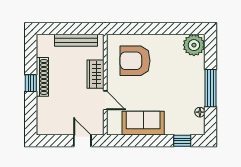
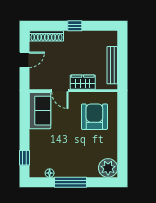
shoe rack: (42, 77) -> (46, 36), moved
door: (105, 100) -> (60, 91), hinge flipped
sofa: (143, 123) -> (40, 111), moved
door: (82, 141) -> (25, 60), moved

